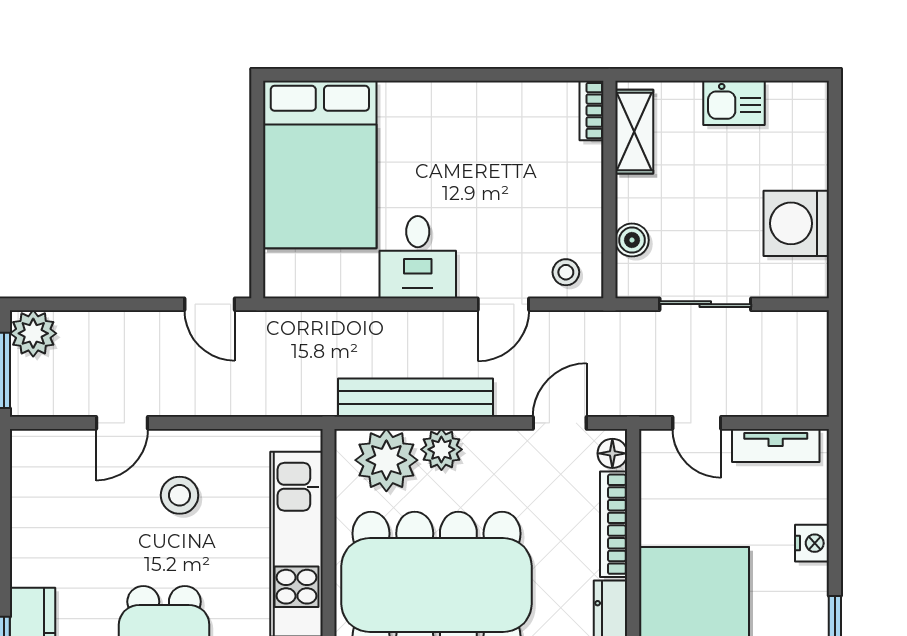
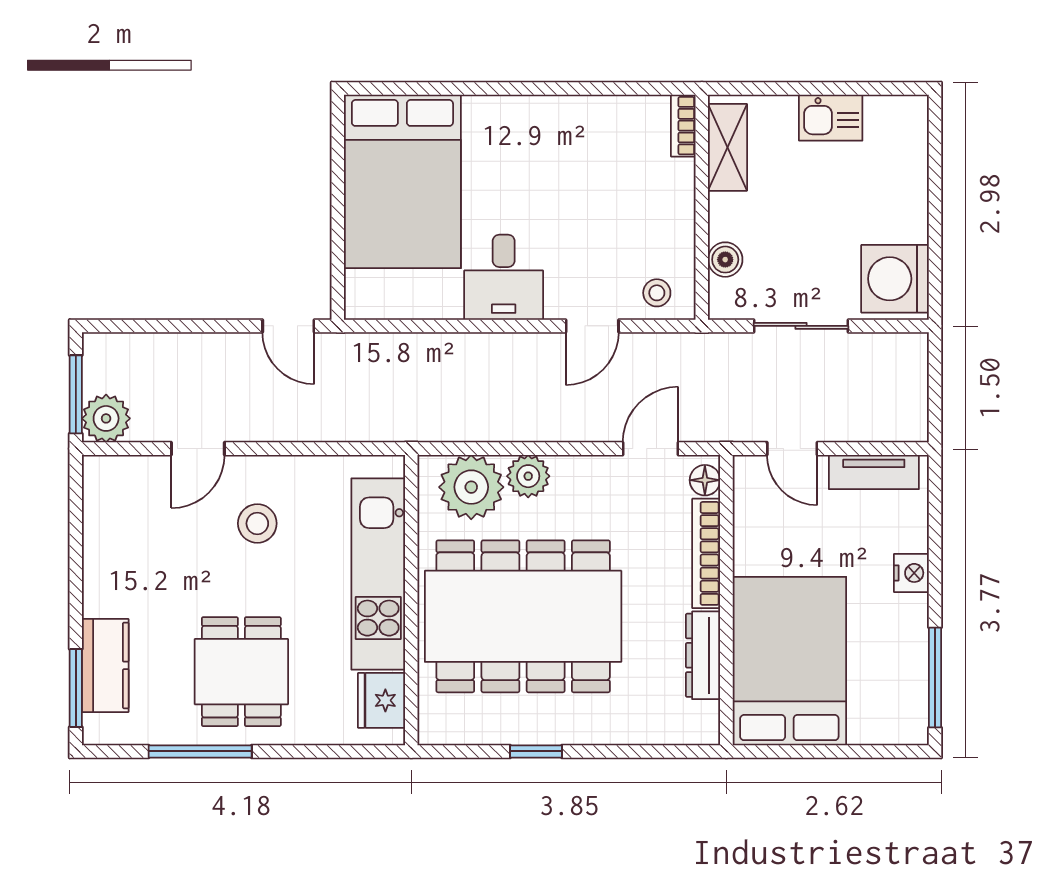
washing machine: (796, 223) -> (895, 279), moved
plant: (33, 333) -> (106, 418), moved
bench: (416, 398) -> (501, 423), removed

